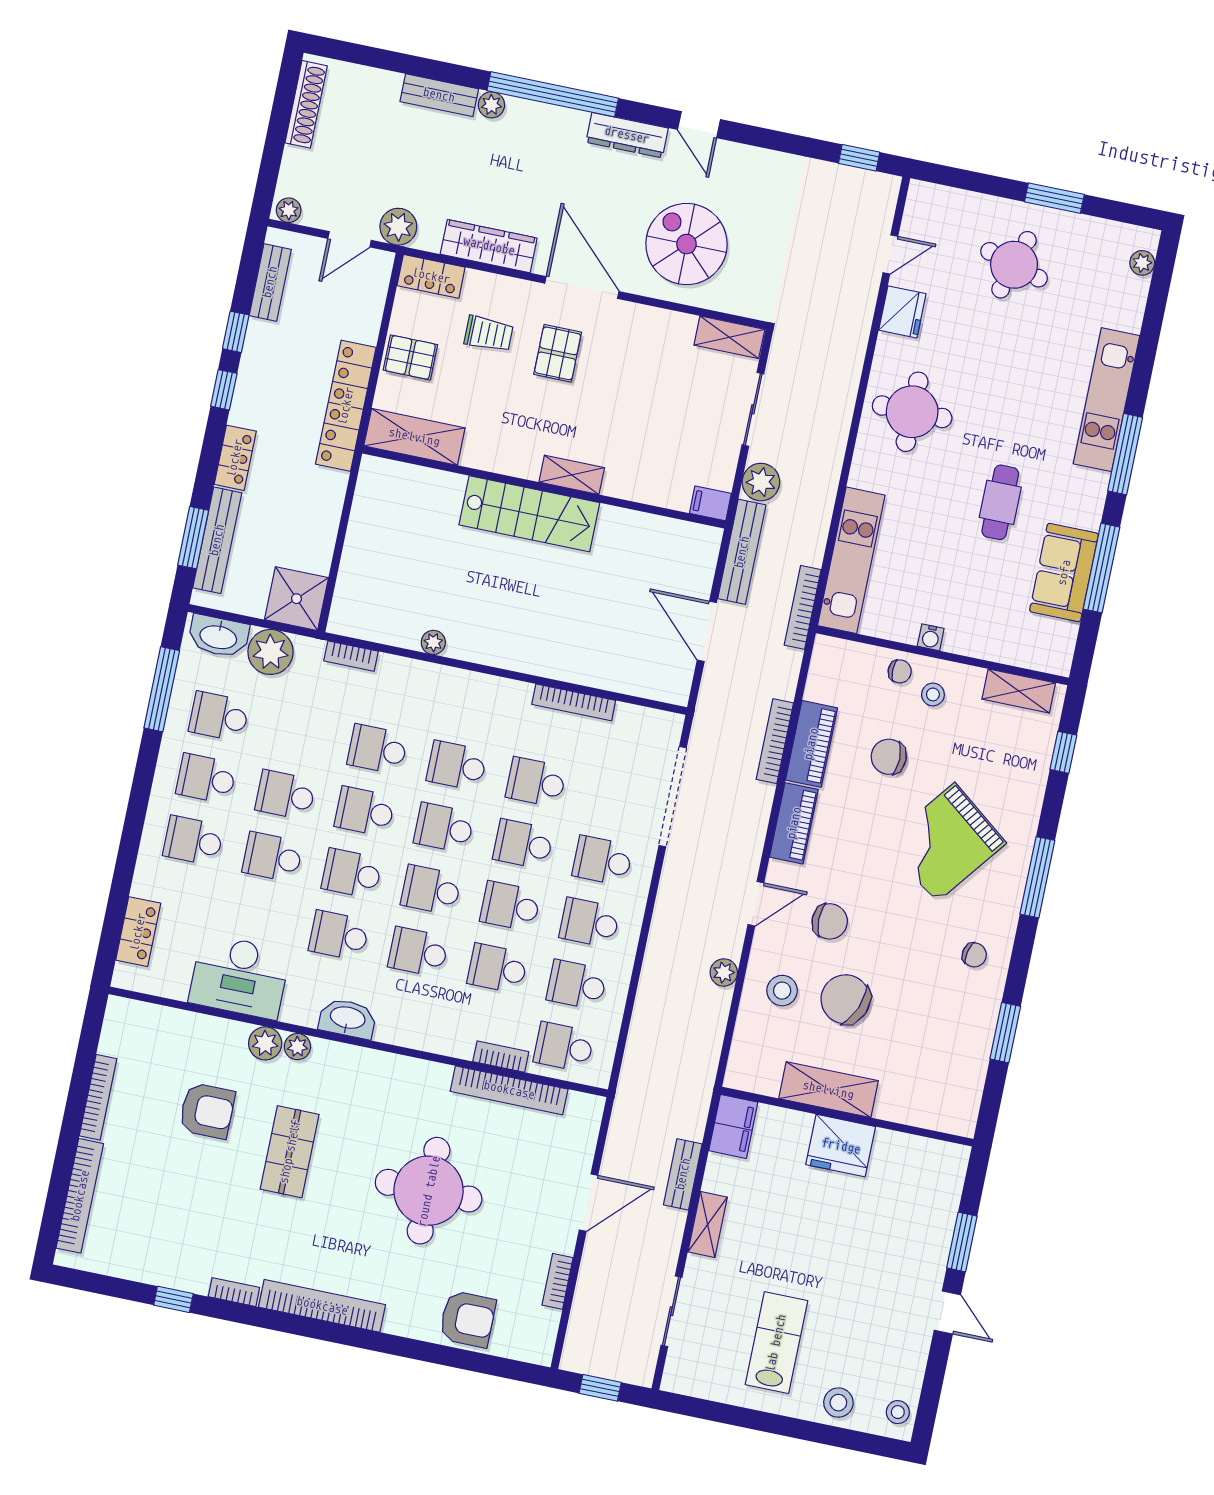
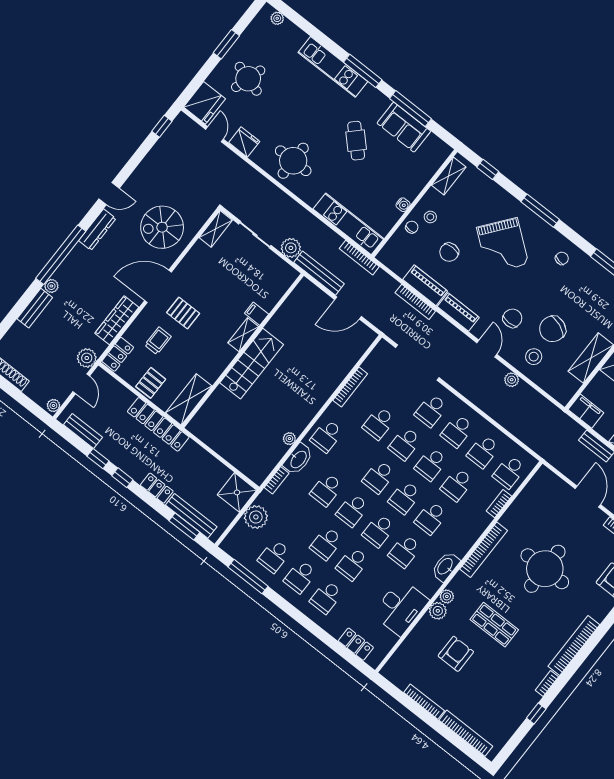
fridge: (935, 211) -> (204, 103), added
cafe table: (1000, 502) -> (356, 141), turned 45
filing cabinet: (710, 503) -> (257, 314), moved, turned 90
washbasin: (218, 636) -> (298, 459), moved
school desk: (457, 766) -> (327, 436), moved
bookcase: (509, 1090) -> (484, 550), moved

